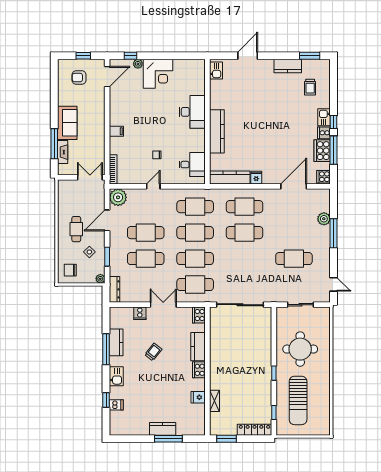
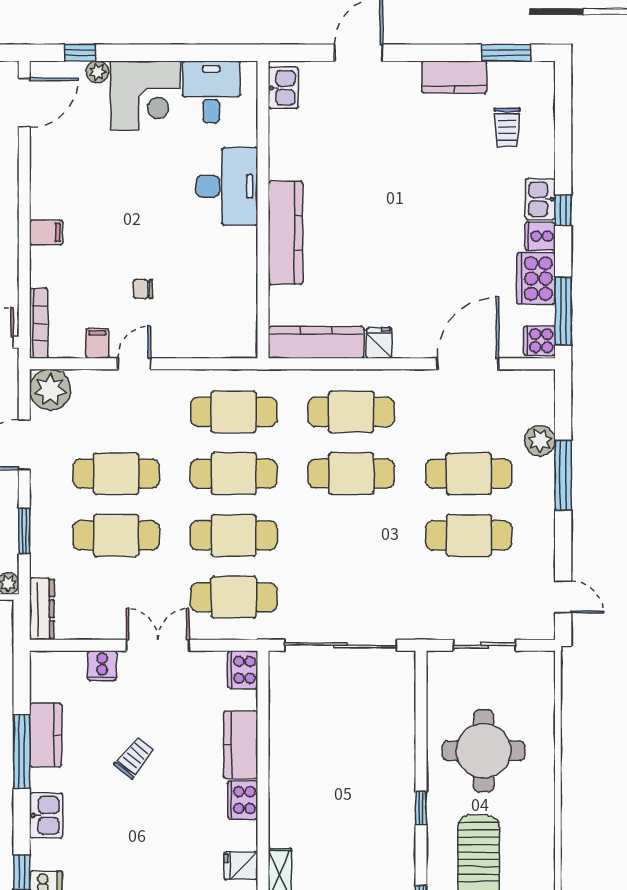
window: (334, 150) -> (563, 311), moved
desk: (192, 165) -> (211, 92), moved, turned -90
filing cabinet: (138, 178) -> (97, 343), added
cafe table: (294, 233) -> (469, 474), added

